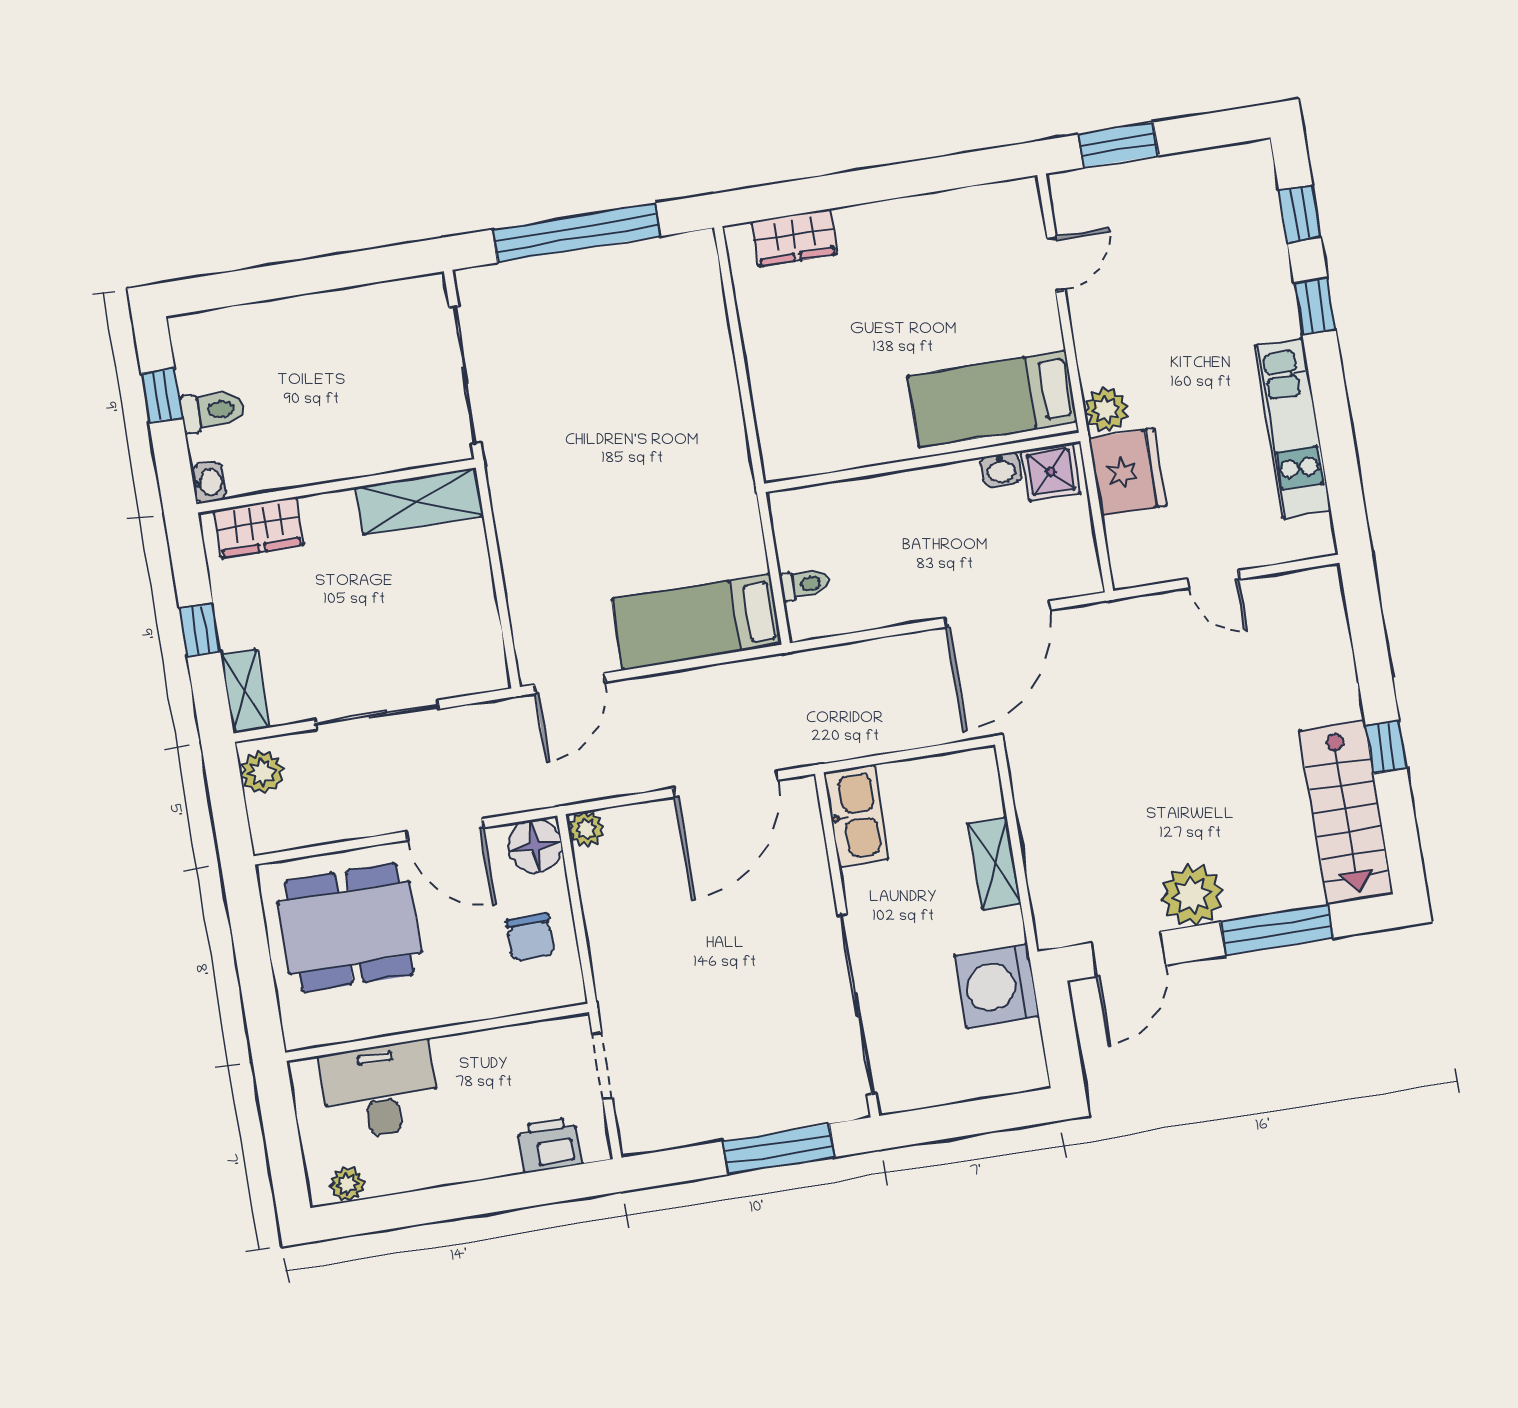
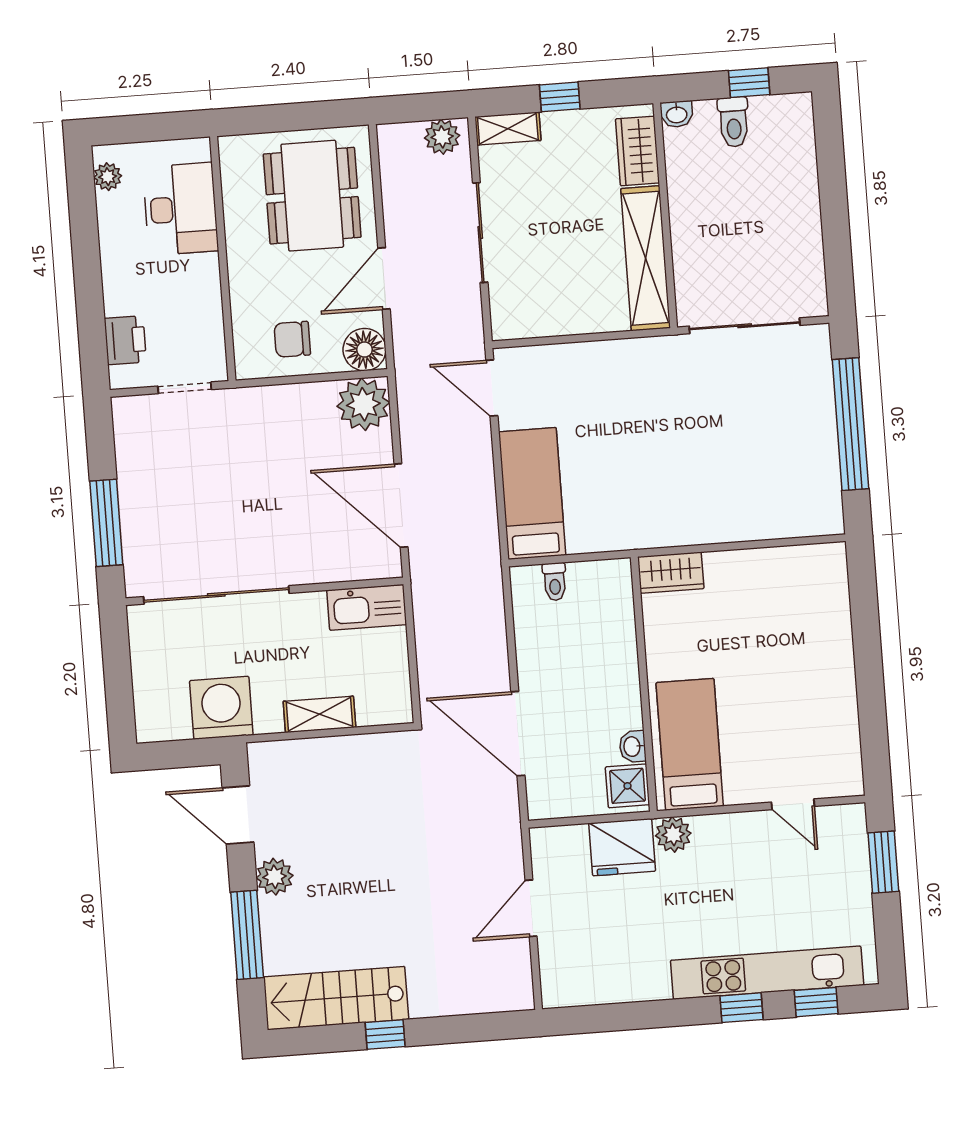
wardrobe: (794, 238) -> (671, 573), moved, turned -90
kitchen unit: (1293, 428) -> (767, 973), moved, width x1.36
shelving: (420, 501) -> (645, 258), width x1.47
door: (1213, 579) -> (531, 908), width x1.38
plant: (586, 829) -> (363, 404), width x1.87, depth x1.87
plant: (1192, 895) -> (275, 877), width x0.73, depth x0.73

